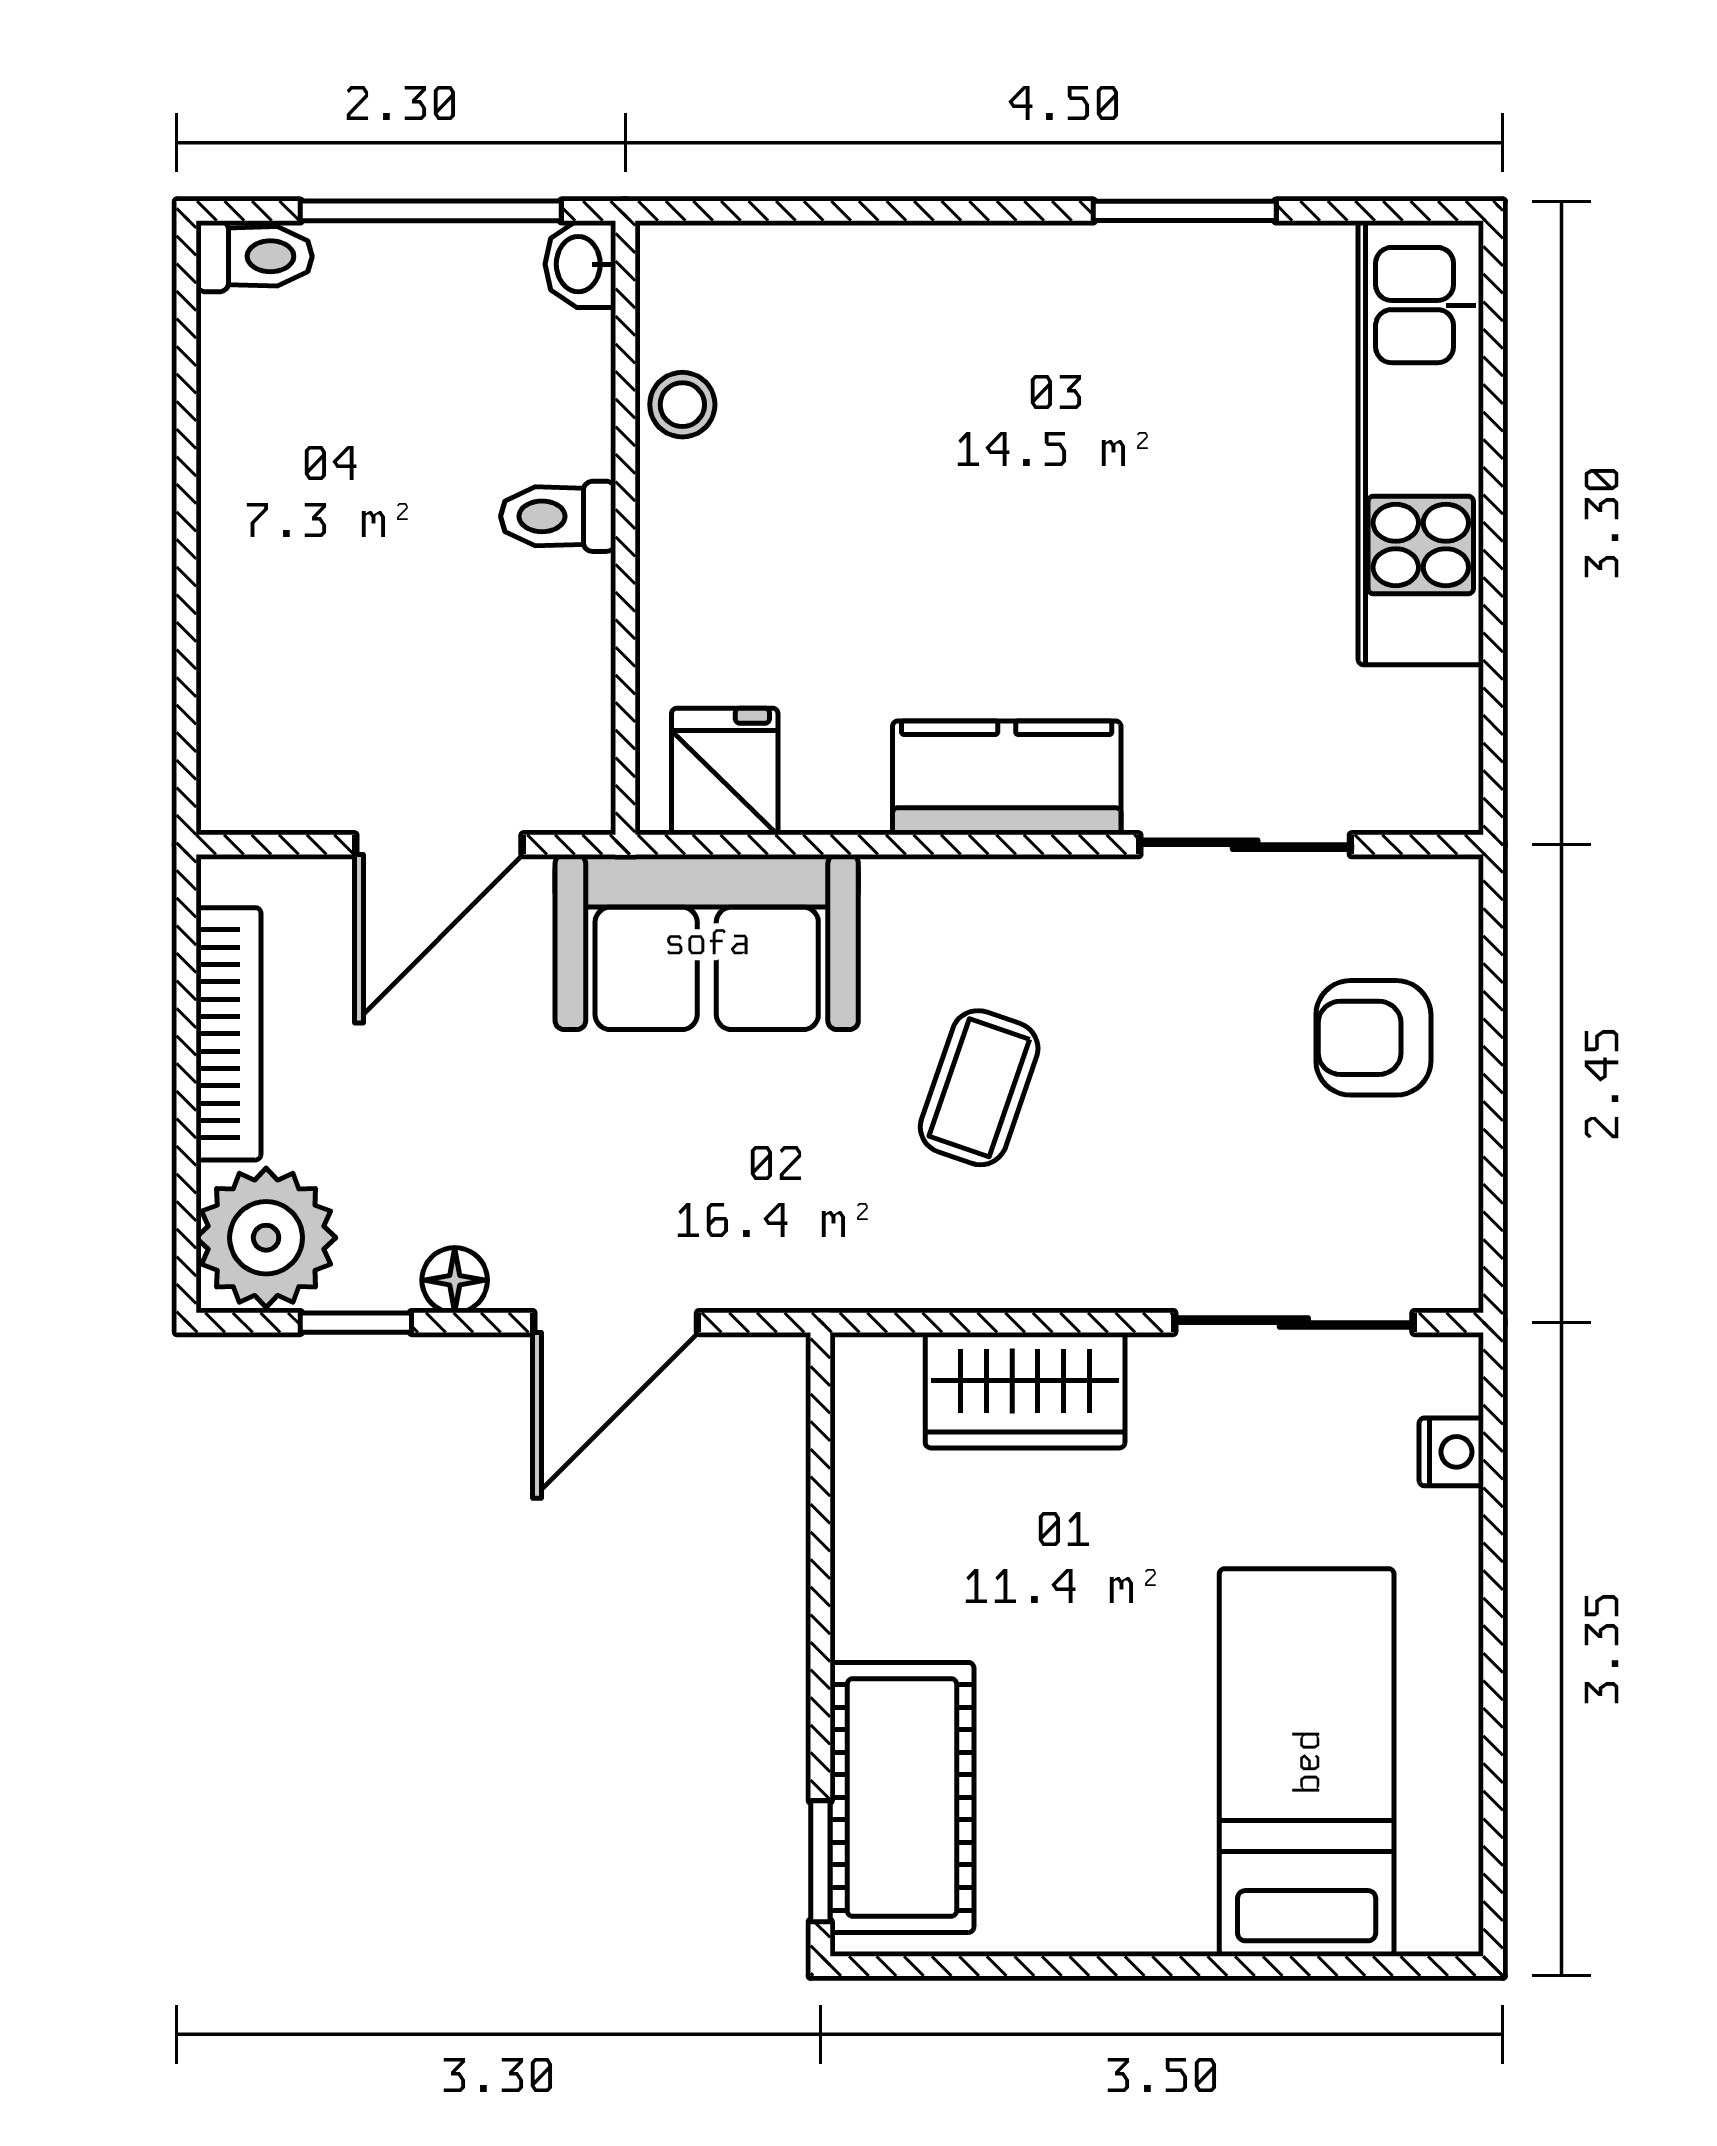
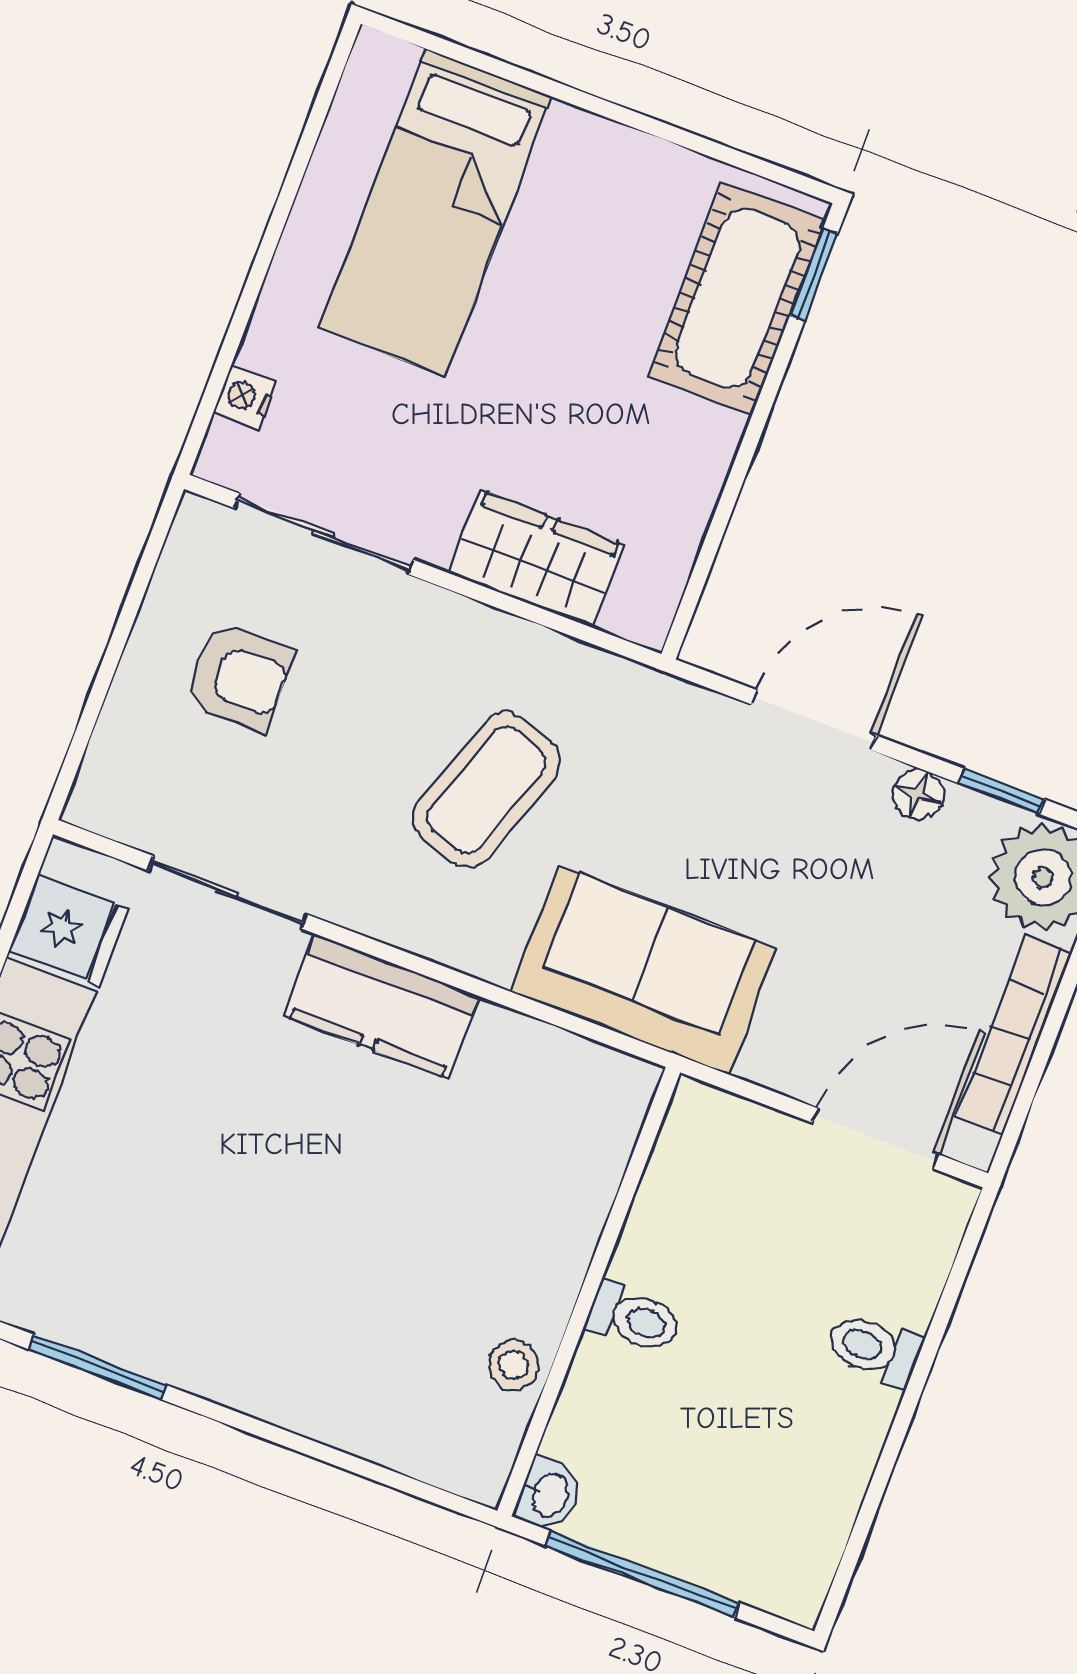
toilet: (254, 256) -> (874, 1349), moved
fridge: (725, 772) -> (69, 930), moved, turned -90
door: (439, 845) -> (876, 1139), moved
armchair: (1373, 1038) -> (239, 677), moved
coffee table: (979, 1088) -> (487, 790), width x1.36, depth x1.30

